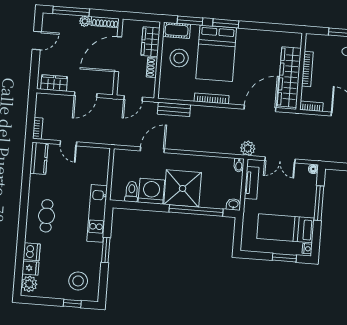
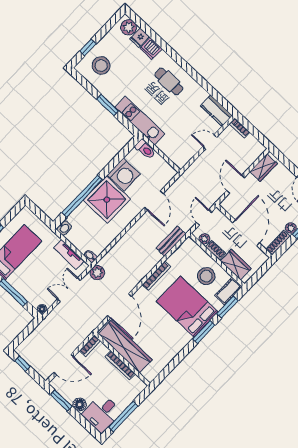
plant: (150, 84) -> (204, 239), added
toilet: (132, 192) -> (145, 149), moved

